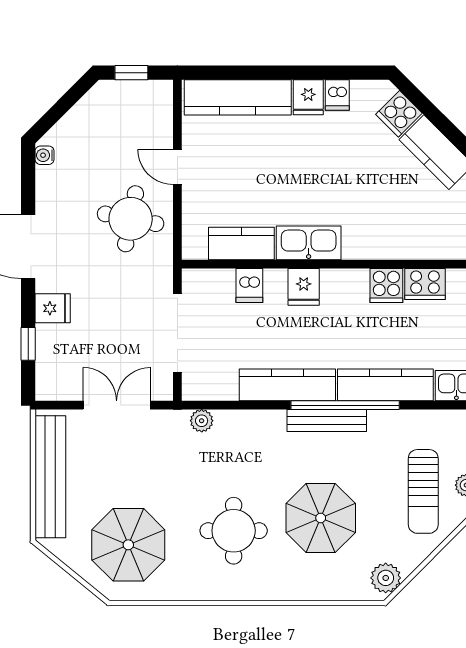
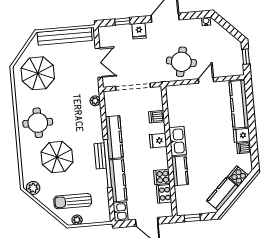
kitchen counter: (241, 244) -> (180, 171), moved
bench: (327, 420) -> (100, 156), width x0.73
round table: (234, 531) -> (38, 123), moved

